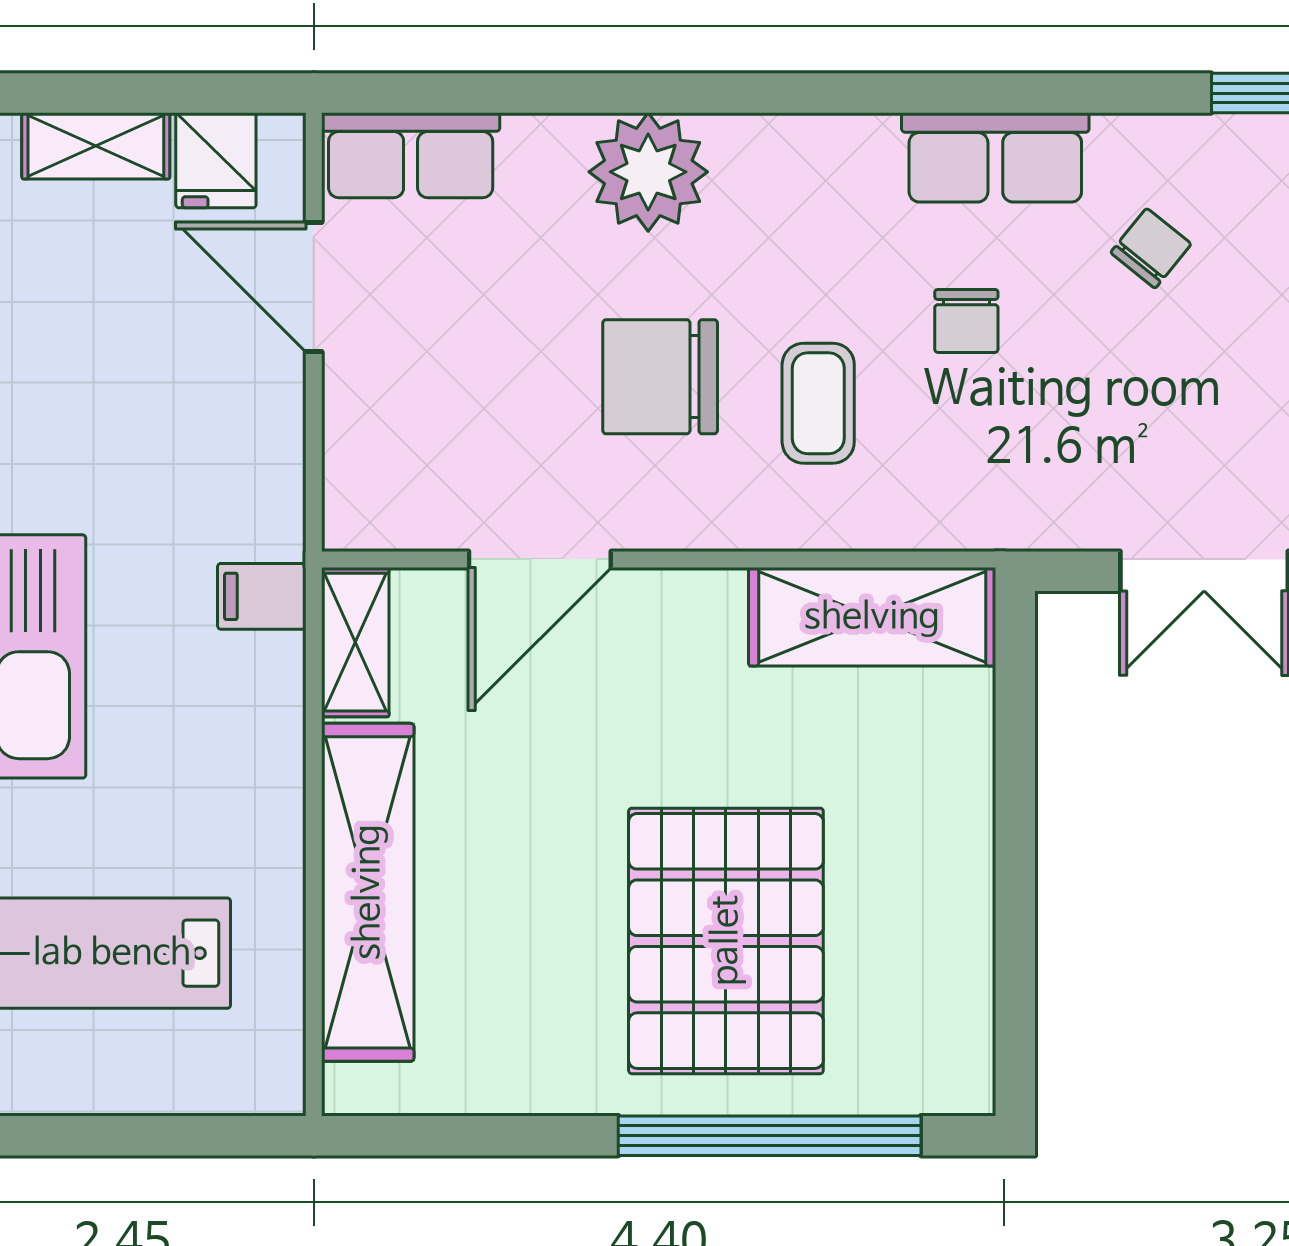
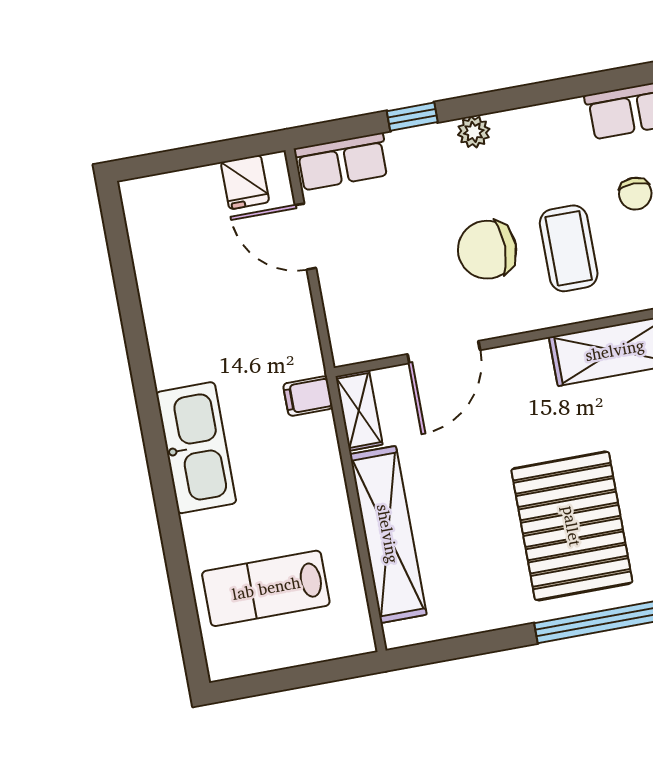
window: (563, 93) -> (412, 117), added
shelving: (96, 146) -> (184, 186), removed
plant: (648, 172) -> (474, 132), width x0.53, depth x0.53
coffee table: (818, 403) -> (569, 248), width x1.36, depth x1.30

